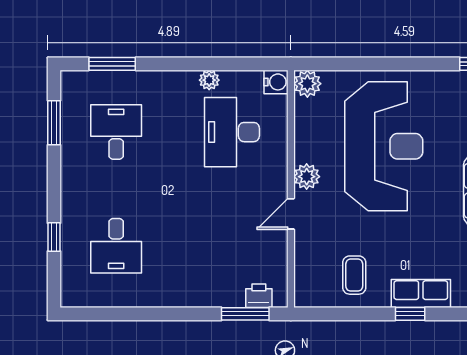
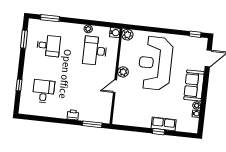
desk: (116, 132) -> (49, 46), turned 90
reception desk: (384, 146) -> (155, 63), turned 180
desk: (116, 246) -> (43, 91), turned 180
coffee table: (354, 275) -> (138, 114), removed
printer: (259, 296) -> (73, 115), moved

